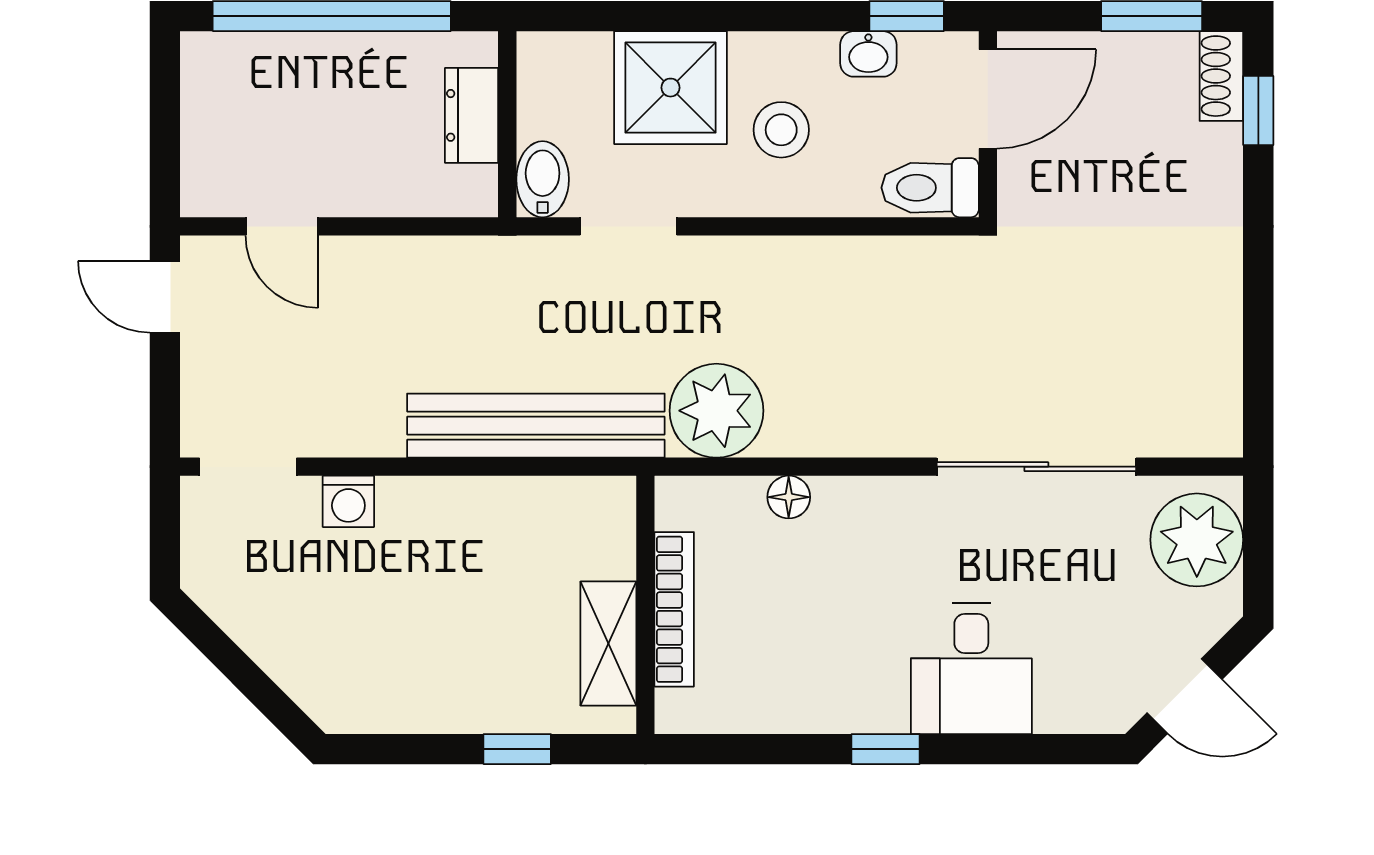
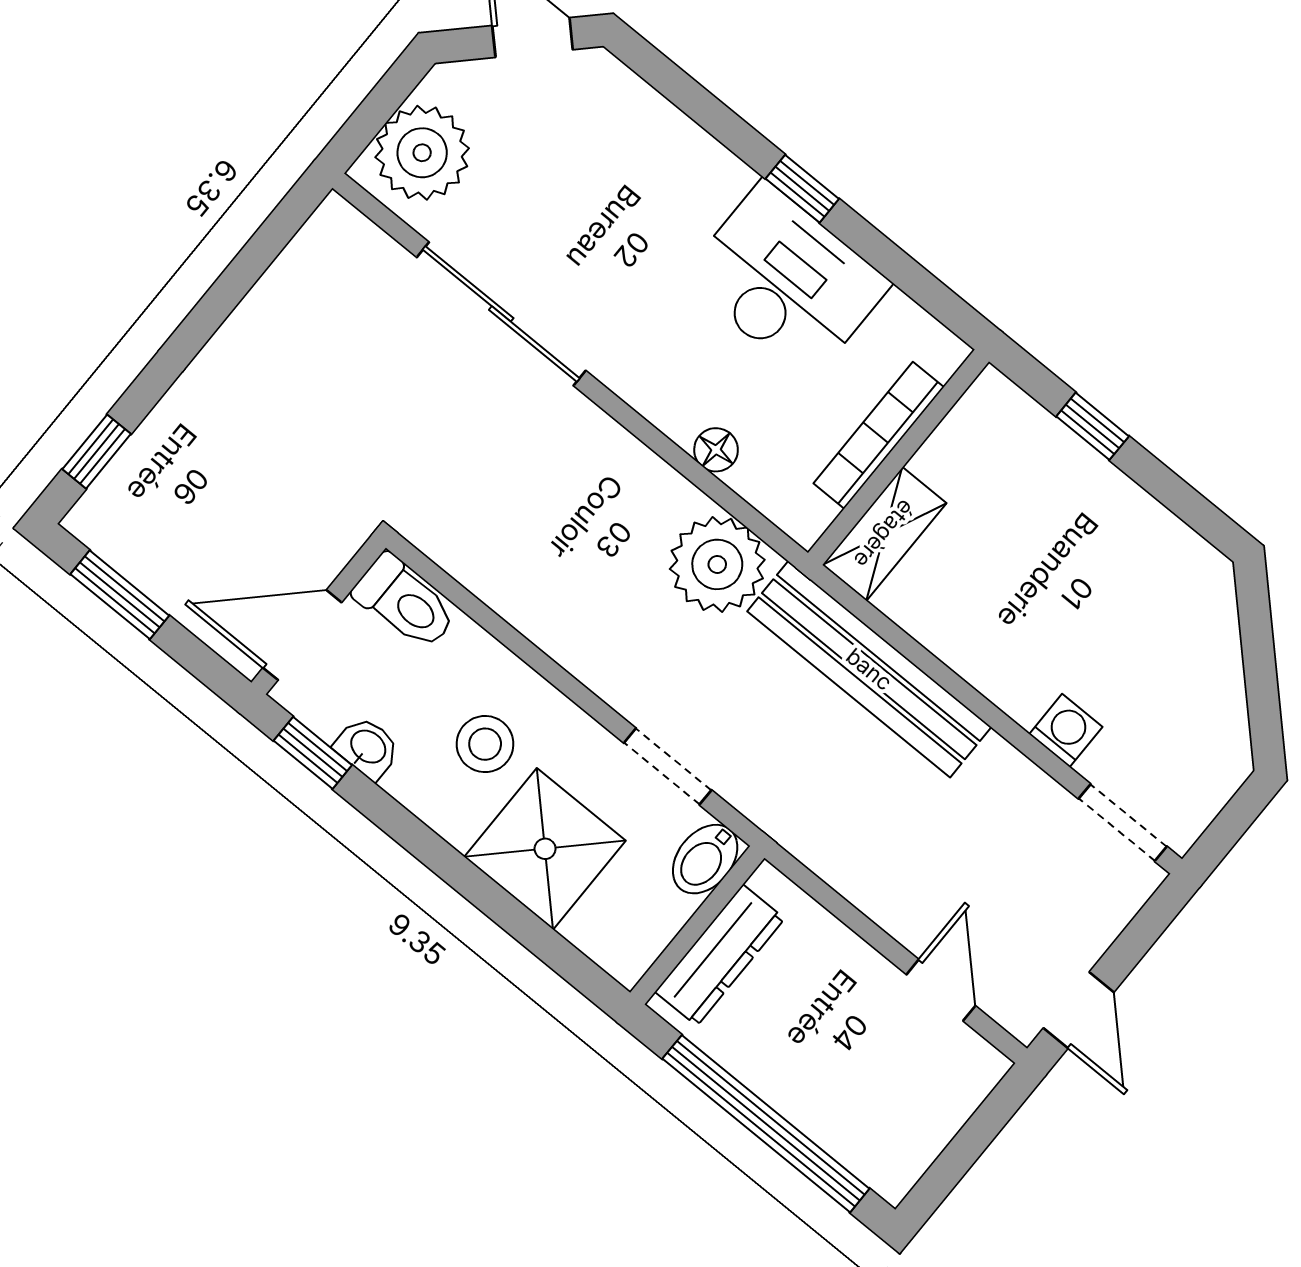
shoe rack: (1221, 76) -> (103, 503), removed
dresser: (472, 115) -> (720, 955), width x1.44
shelving: (608, 644) -> (884, 534), moved
desk: (971, 669) -> (786, 281), moved, width x1.37

